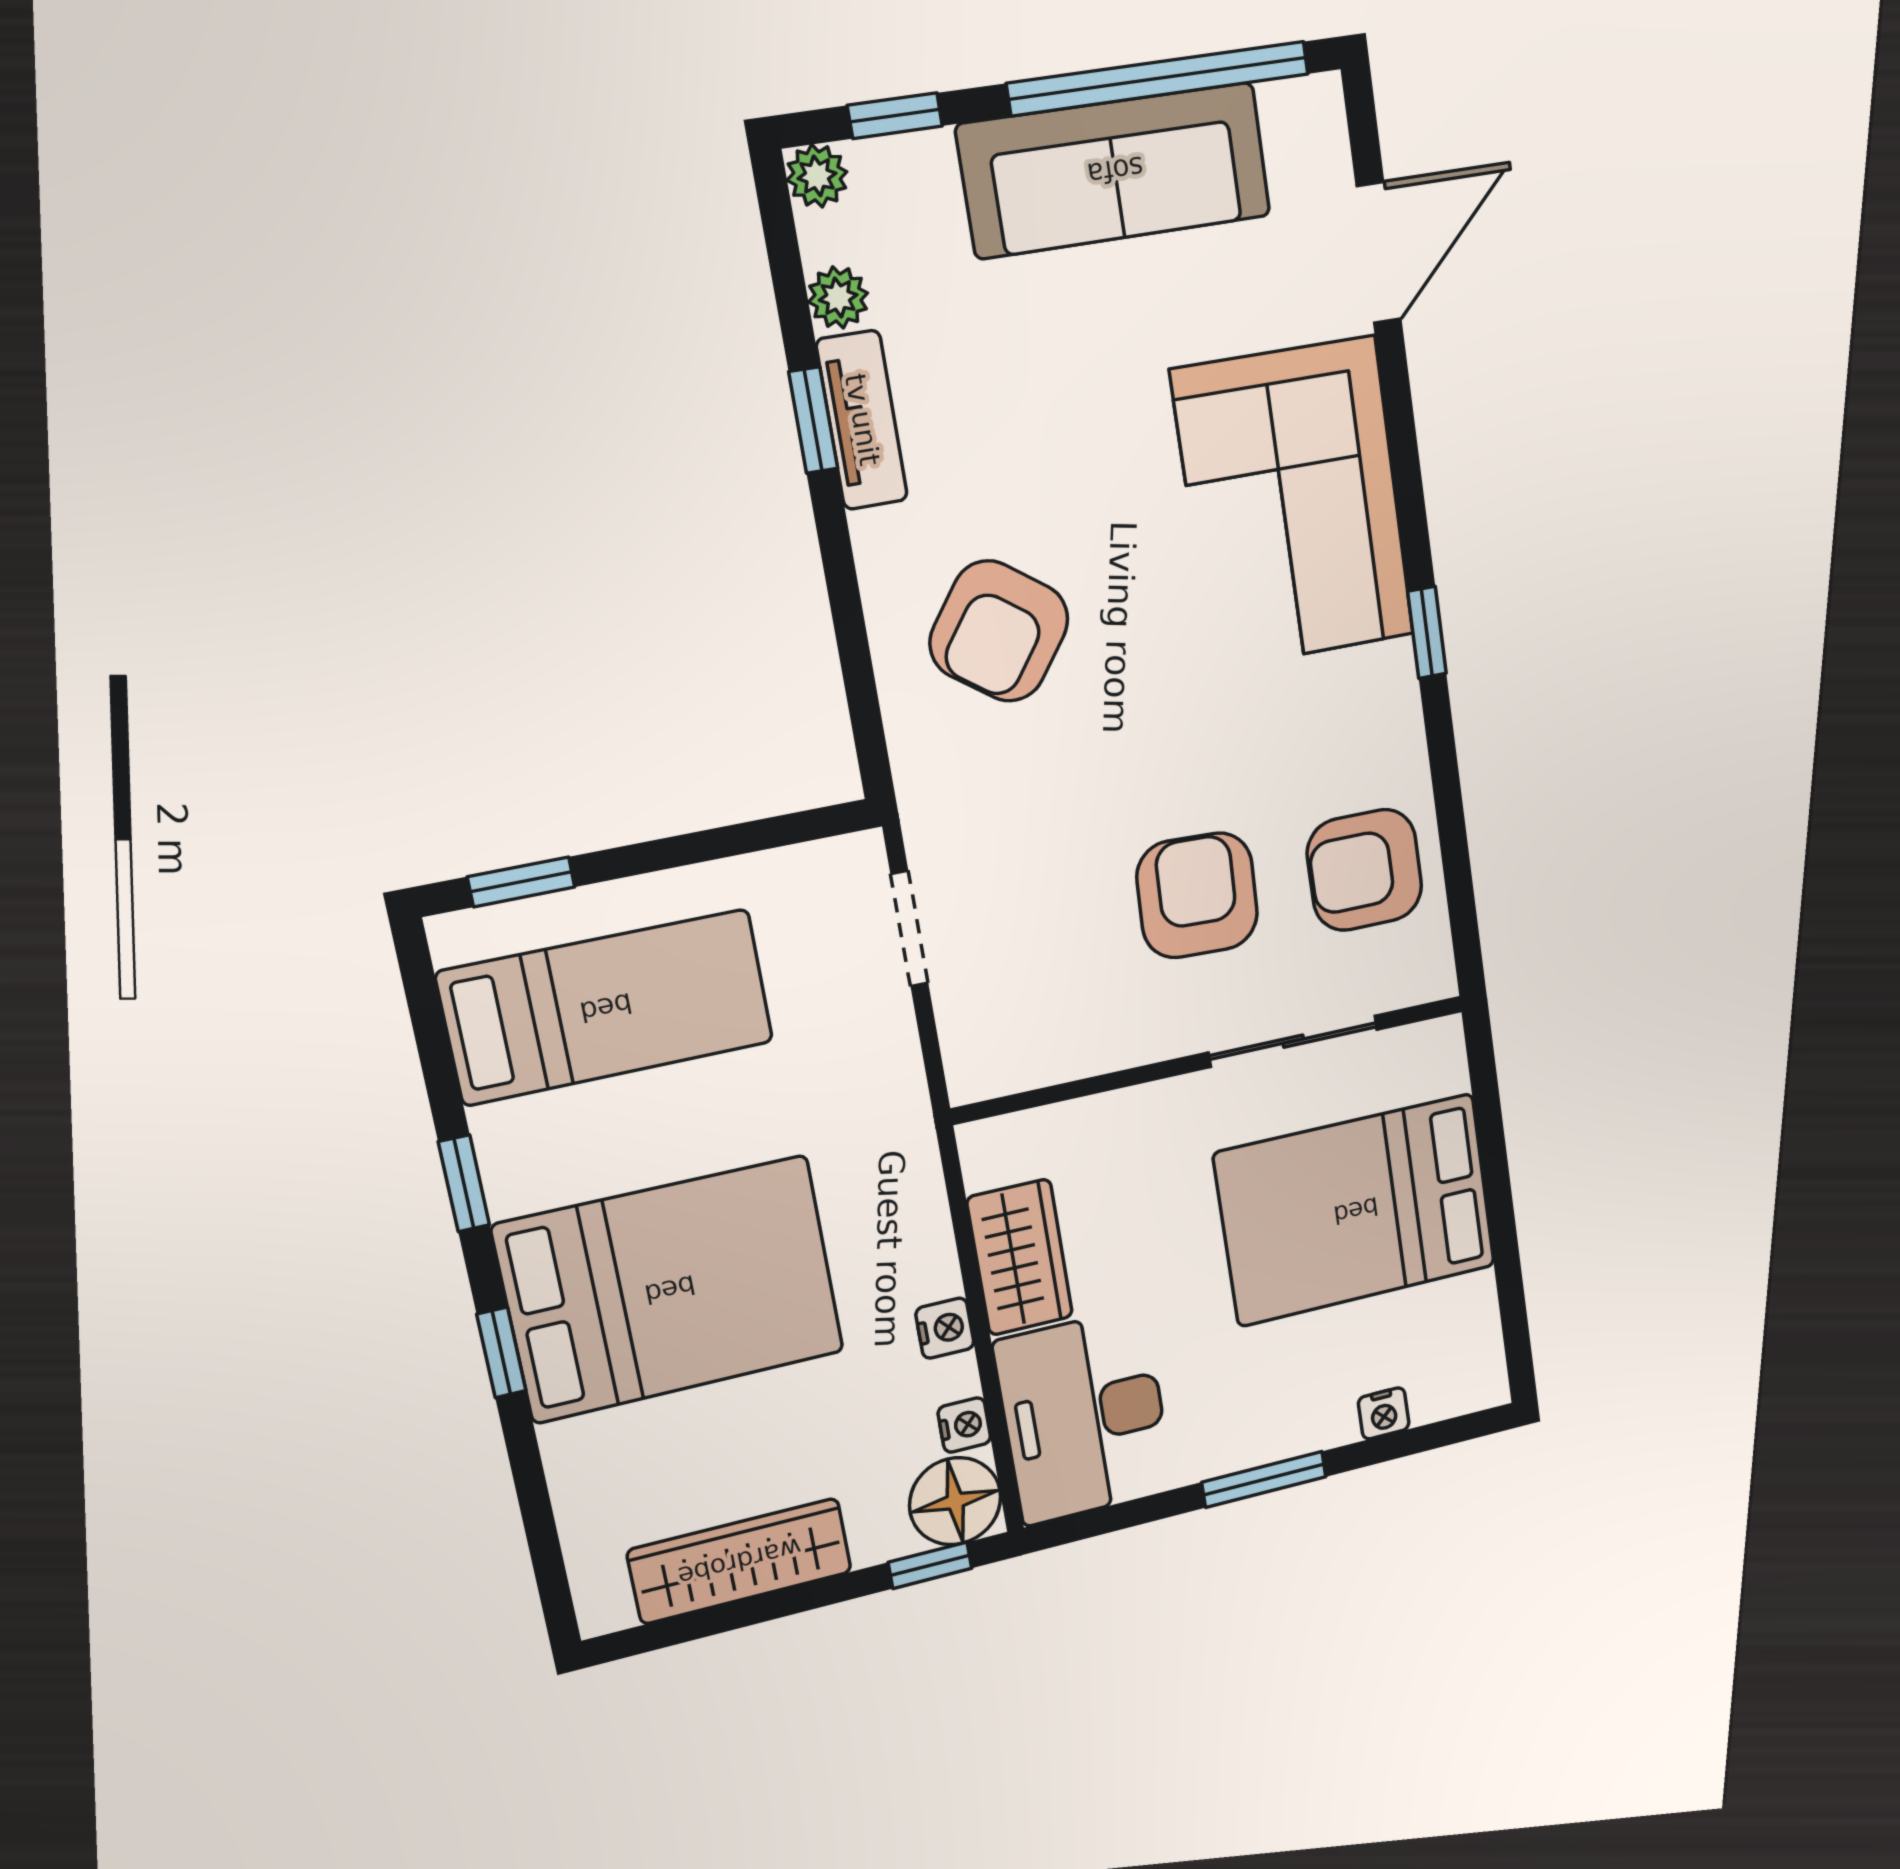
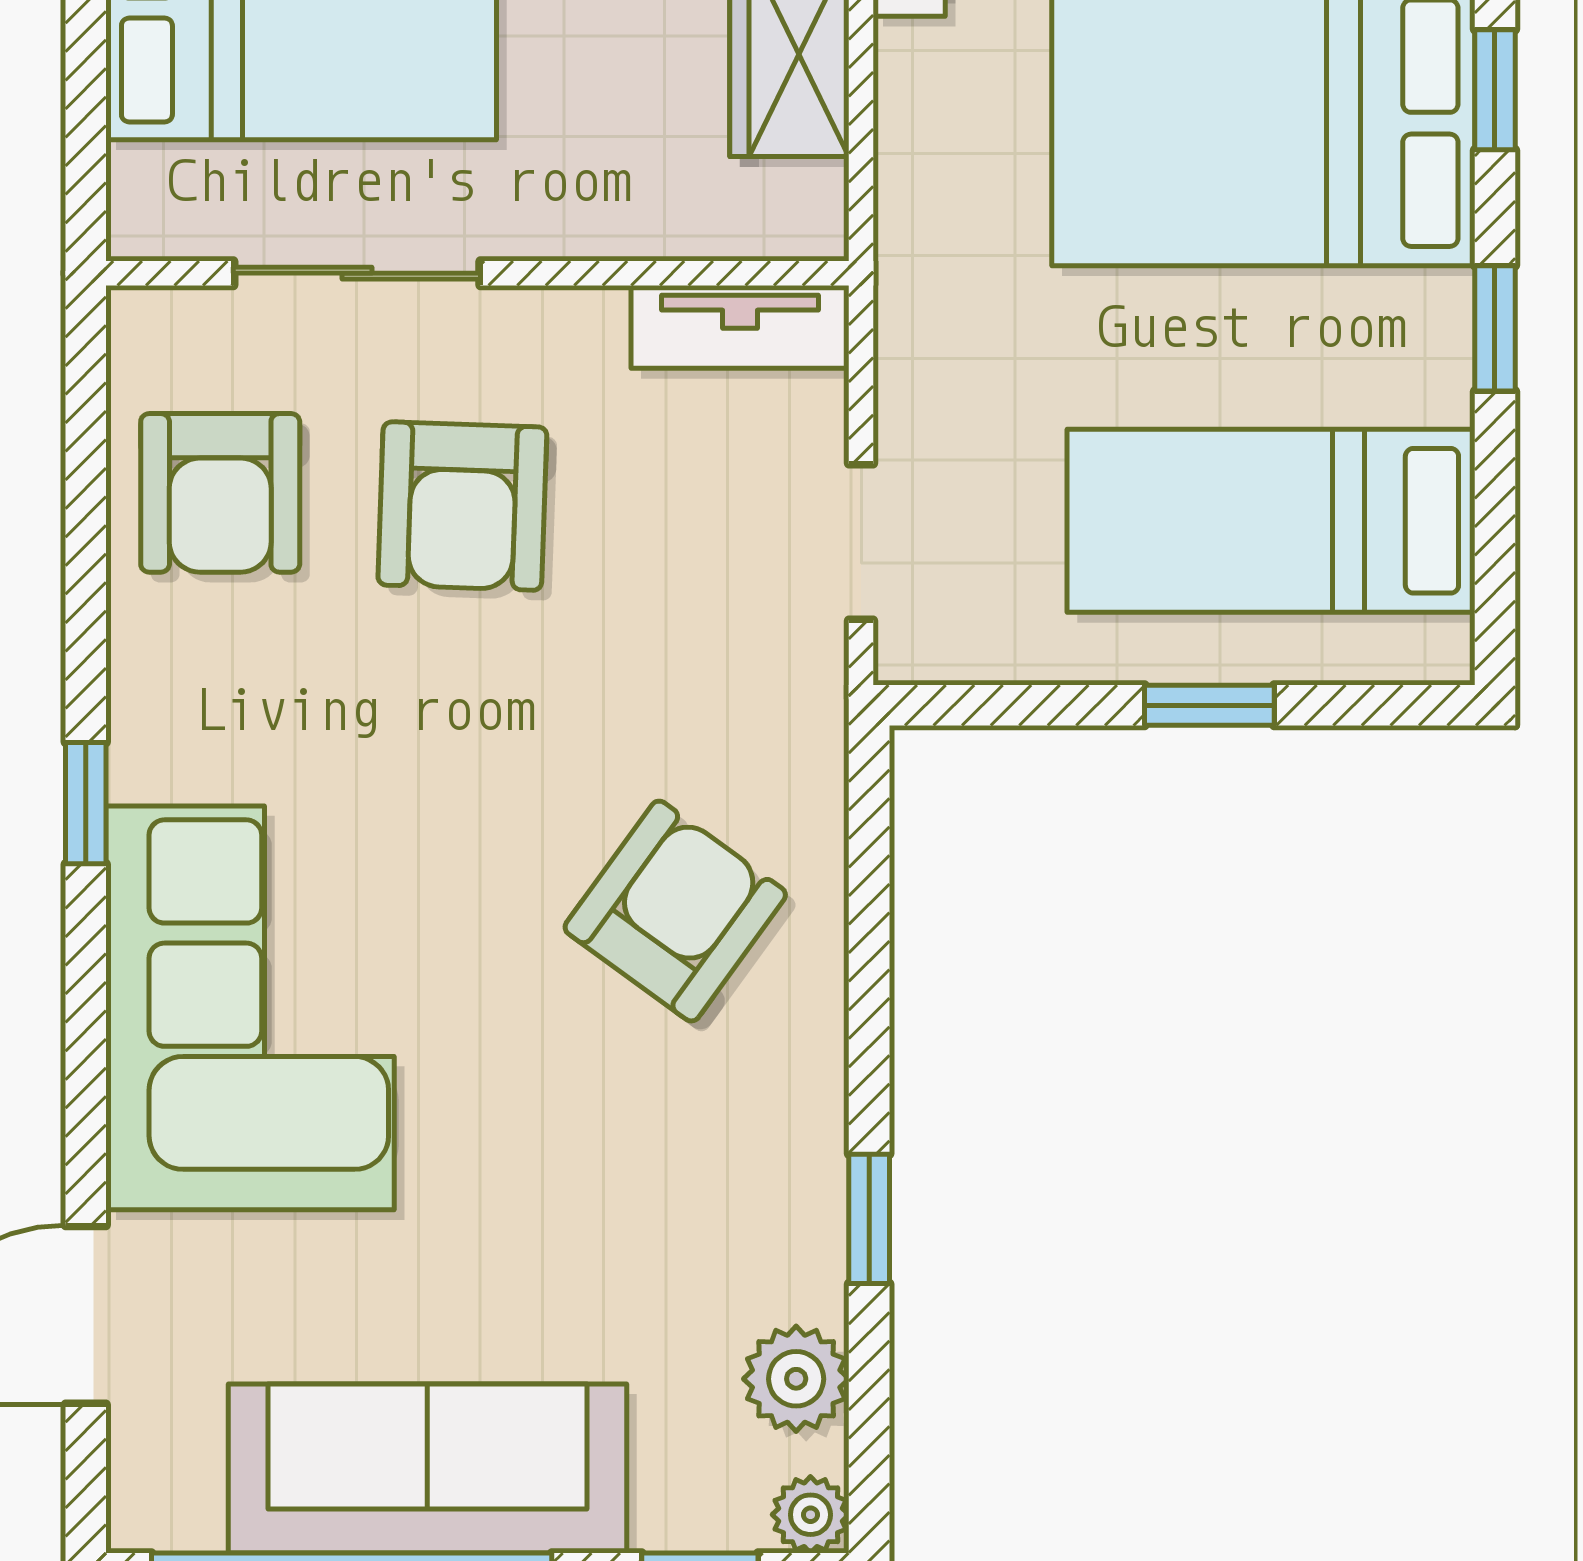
plant: (838, 298) -> (796, 1379), width x1.38, depth x1.38
tv unit: (862, 420) -> (740, 327), moved, turned -90
armchair: (1365, 870) -> (220, 493), turned 90
window: (521, 882) -> (1209, 705), moved

